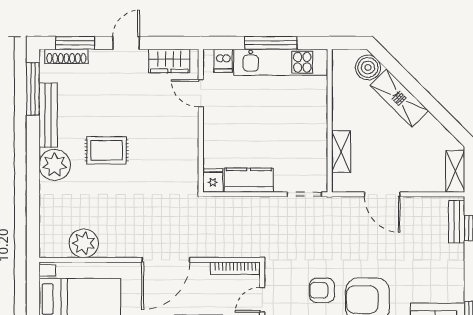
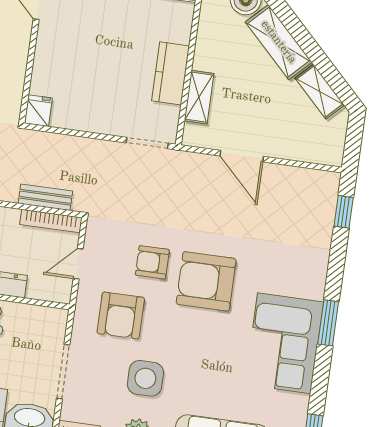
shelving: (455, 171) -> (320, 92), moved, turned -45
kitchen counter: (249, 180) -> (170, 73), moved, turned -90
bench: (457, 222) -> (45, 197), moved, turned 90

